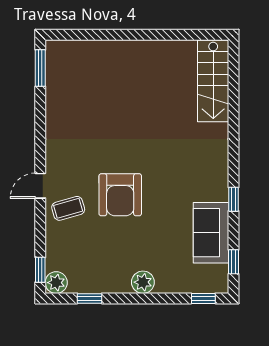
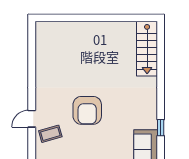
window: (40, 68) -> (32, 40), removed
armchair: (120, 195) -> (87, 110), moved

